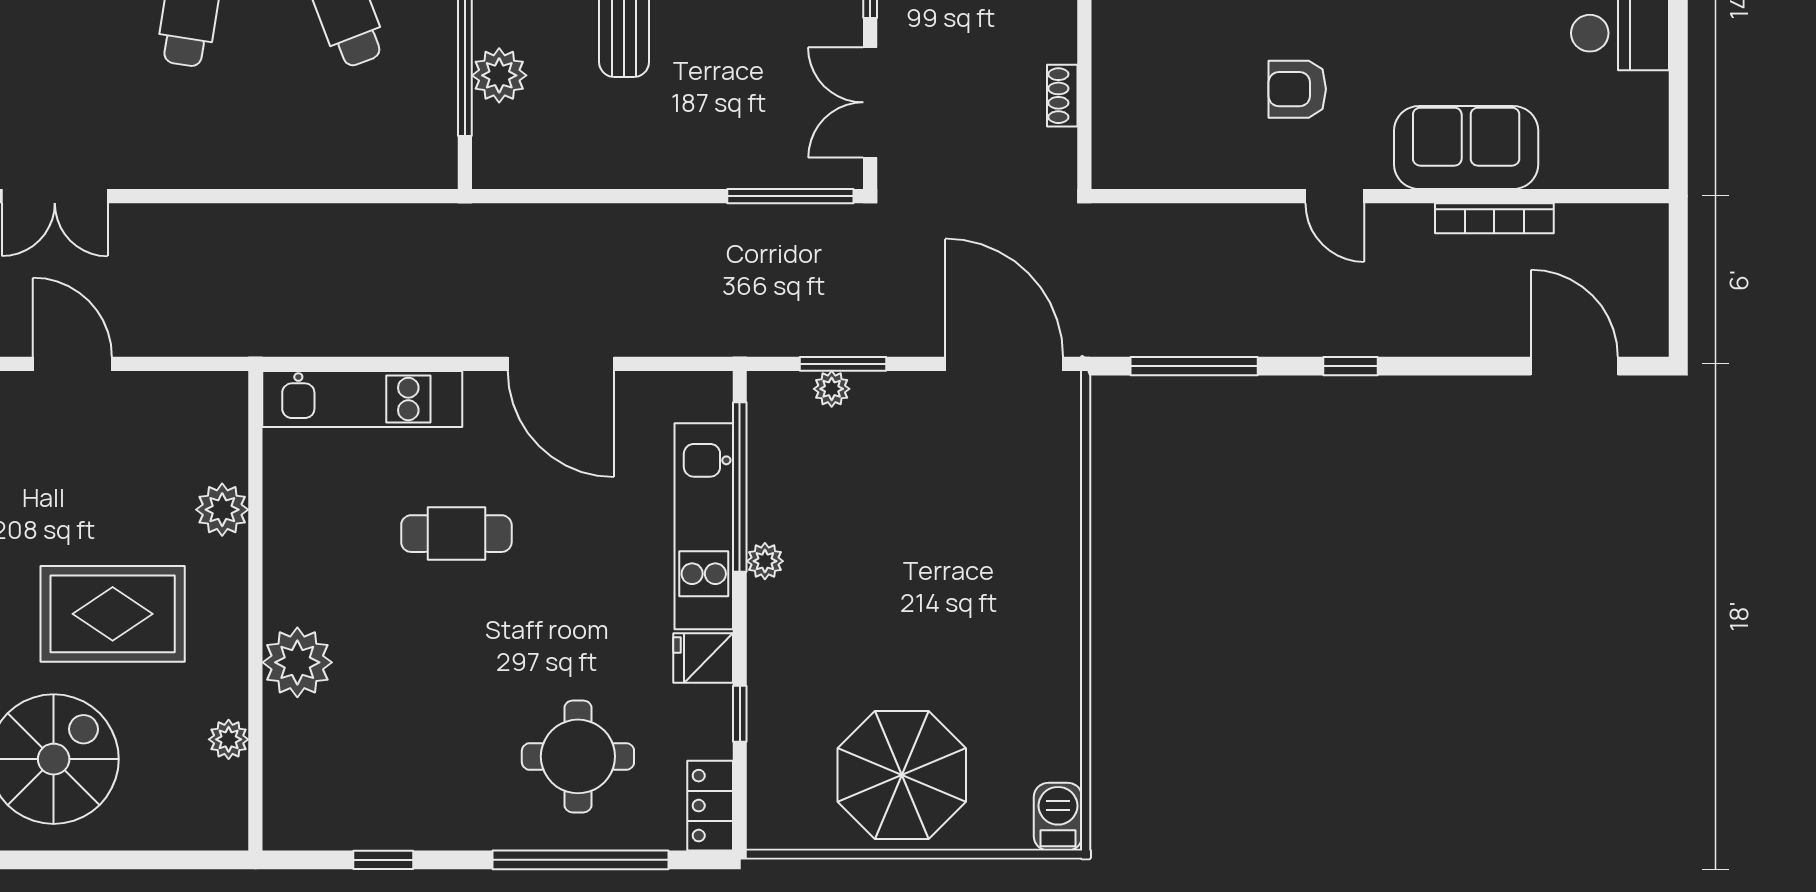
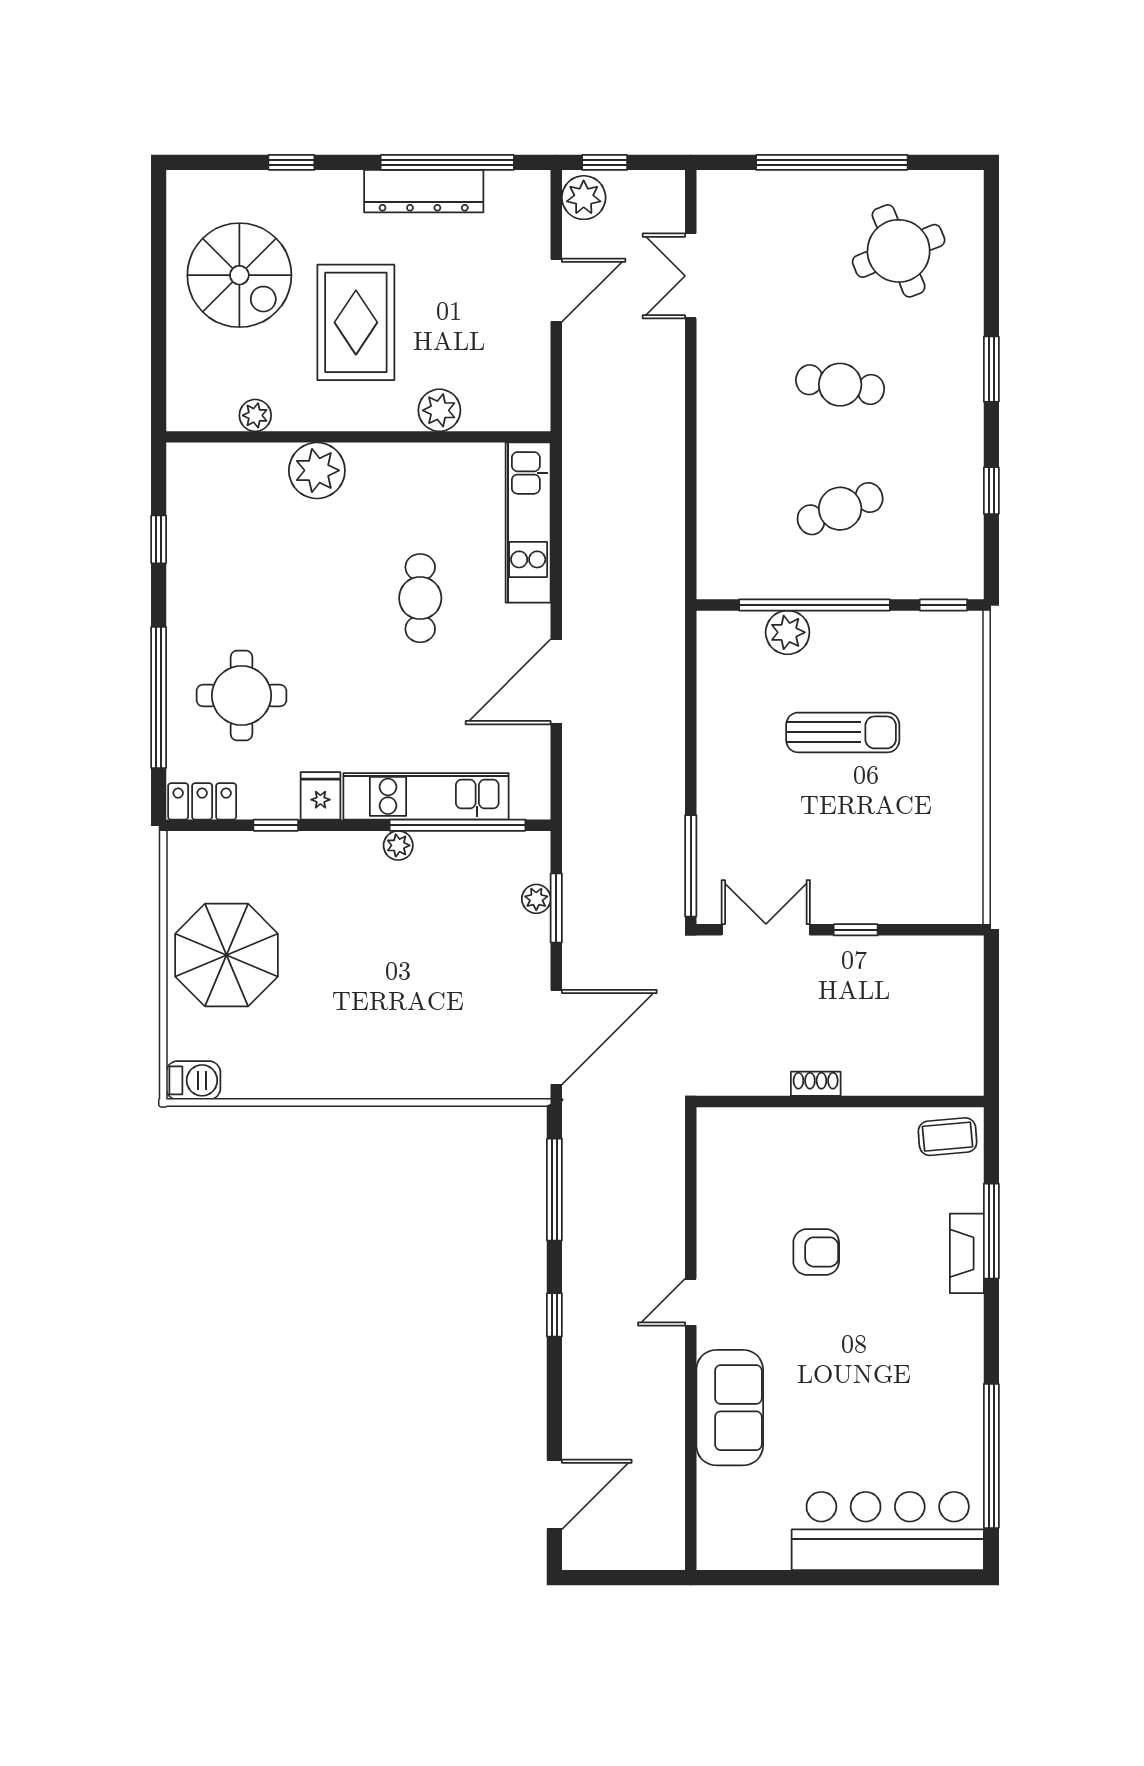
armchair: (1297, 89) -> (816, 1252), moved, turned 90
shoe rack: (1062, 96) -> (816, 1084), moved
bookcase: (1494, 218) -> (673, 1430), removed

